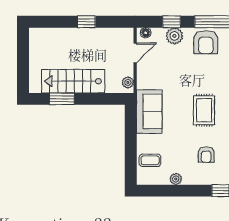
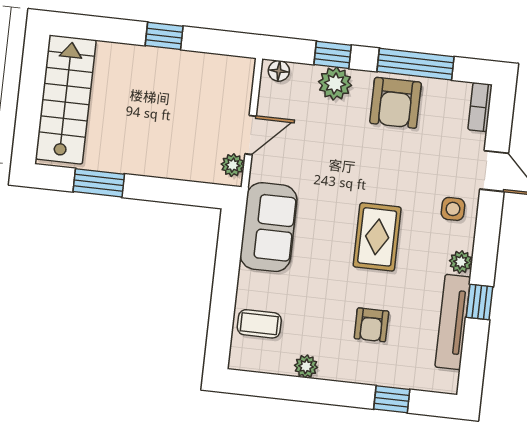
door: (135, 53) -> (251, 135), moved
stairs: (73, 81) -> (66, 100), moved, turned 90

